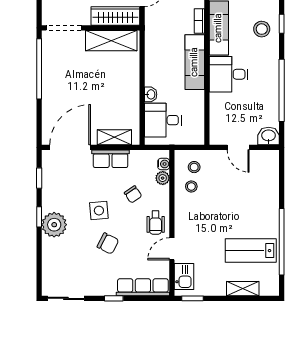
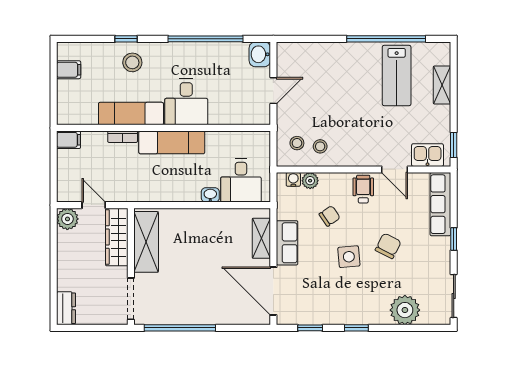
wheelchair: (156, 223) -> (363, 189), turned -90
plant: (54, 225) -> (405, 310), moved

